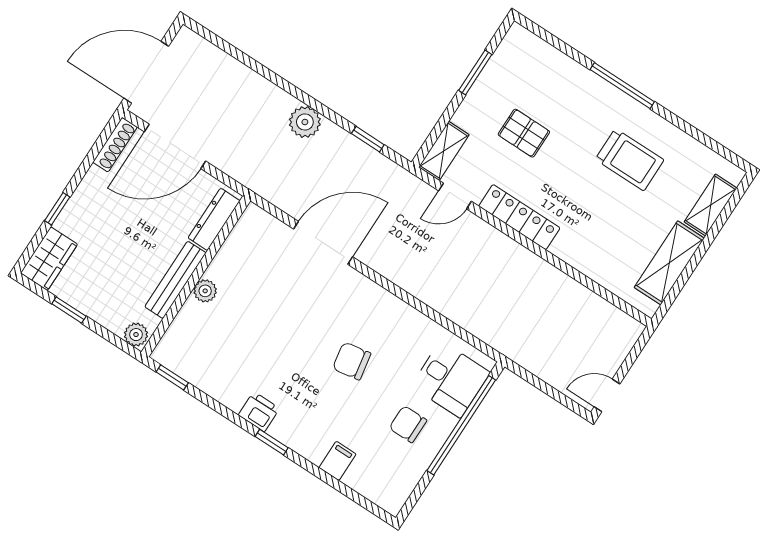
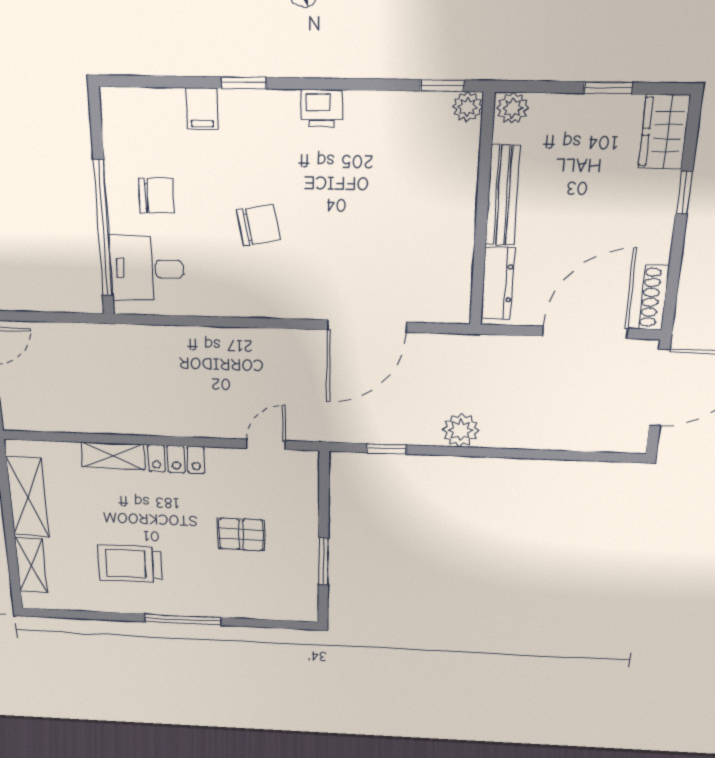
shelving: (444, 151) -> (113, 456), moved, turned 90
locker: (519, 217) -> (176, 459), width x0.66
plant: (205, 291) -> (467, 107), moved
window: (272, 442) -> (244, 83), moved

